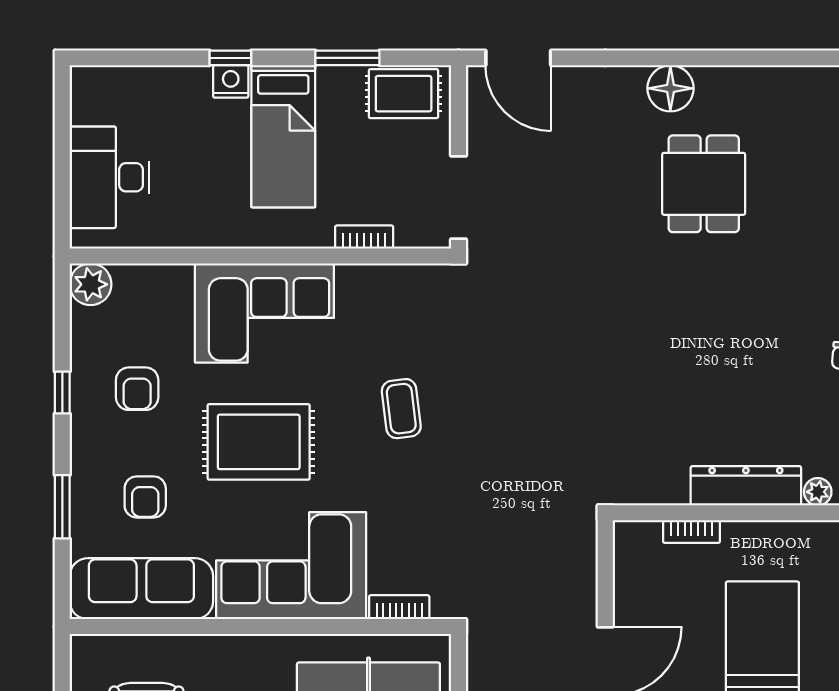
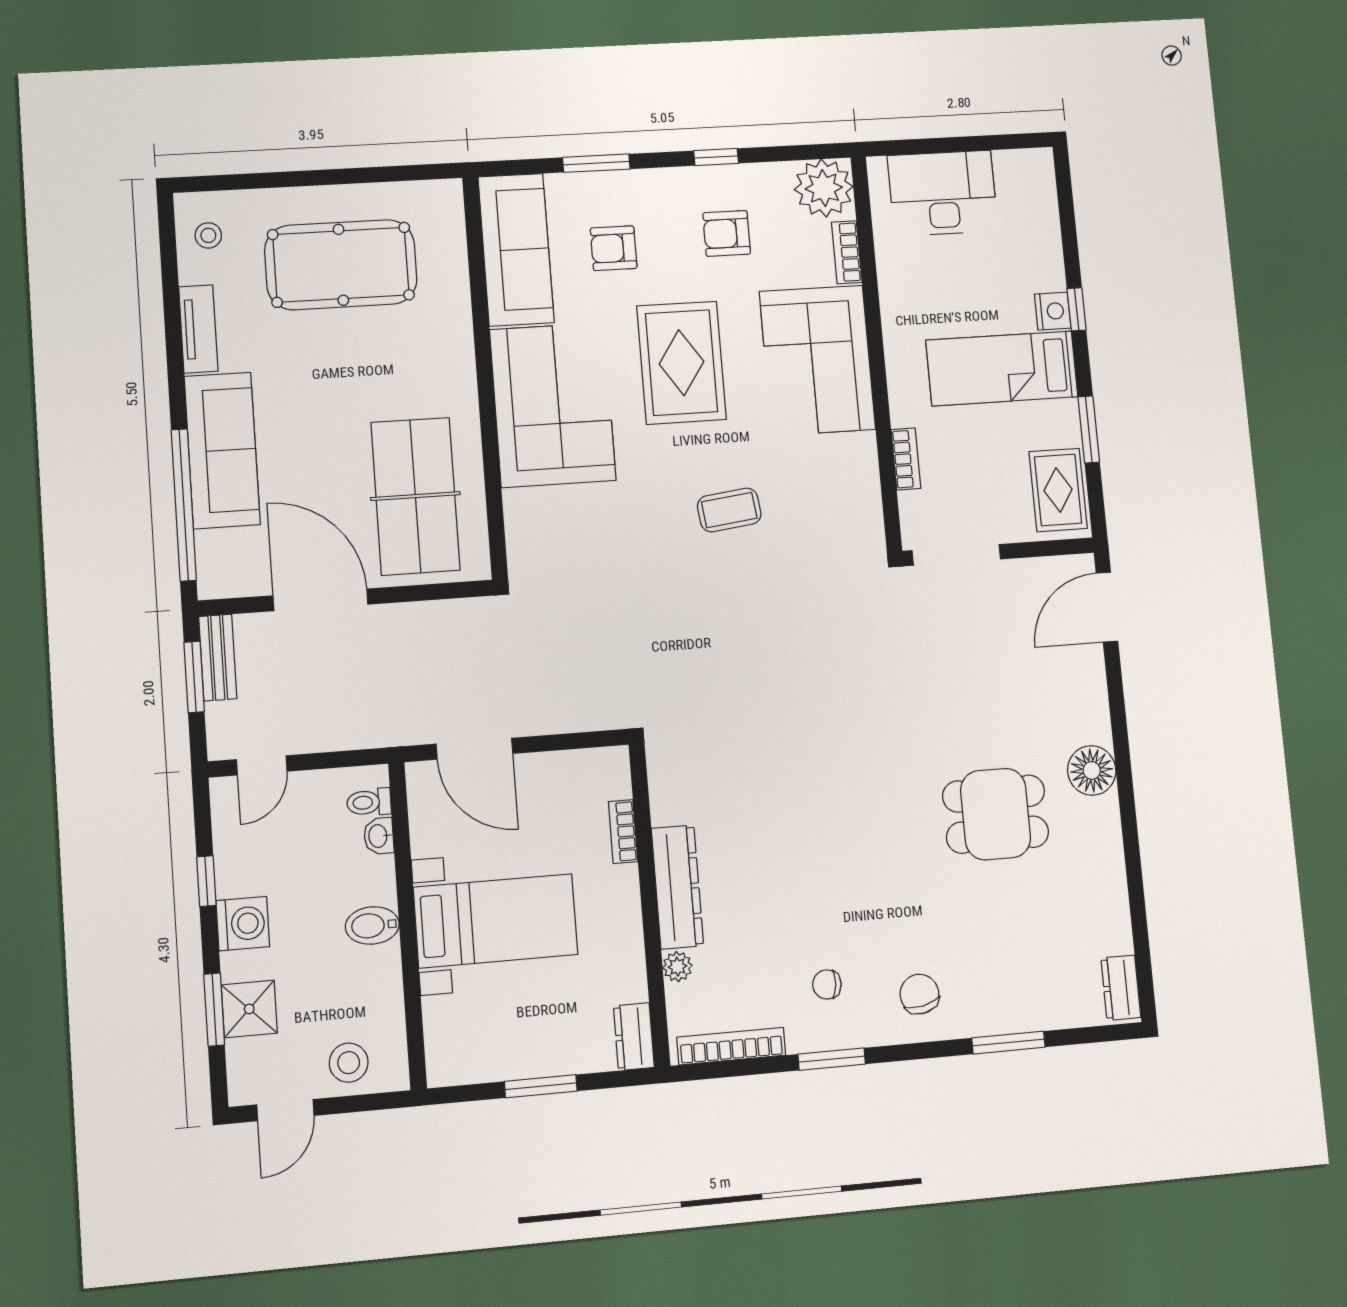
plant: (90, 284) -> (824, 188), width x1.36, depth x1.36
bookcase: (399, 607) -> (847, 252), moved, turned 180

